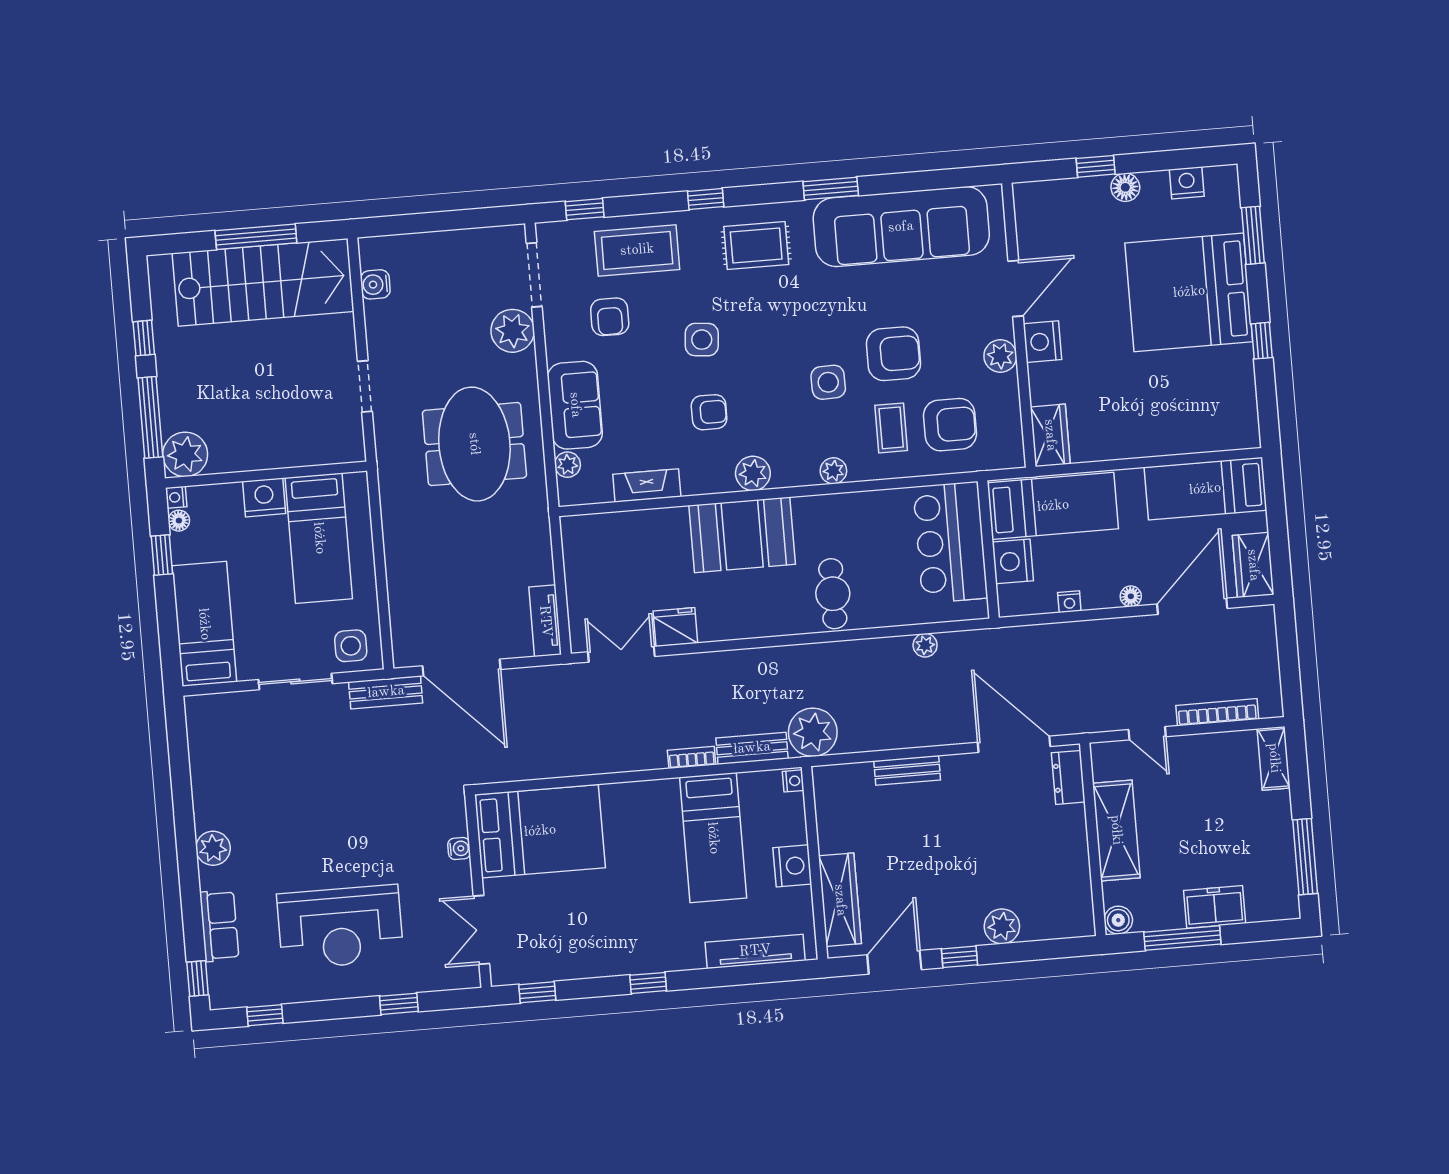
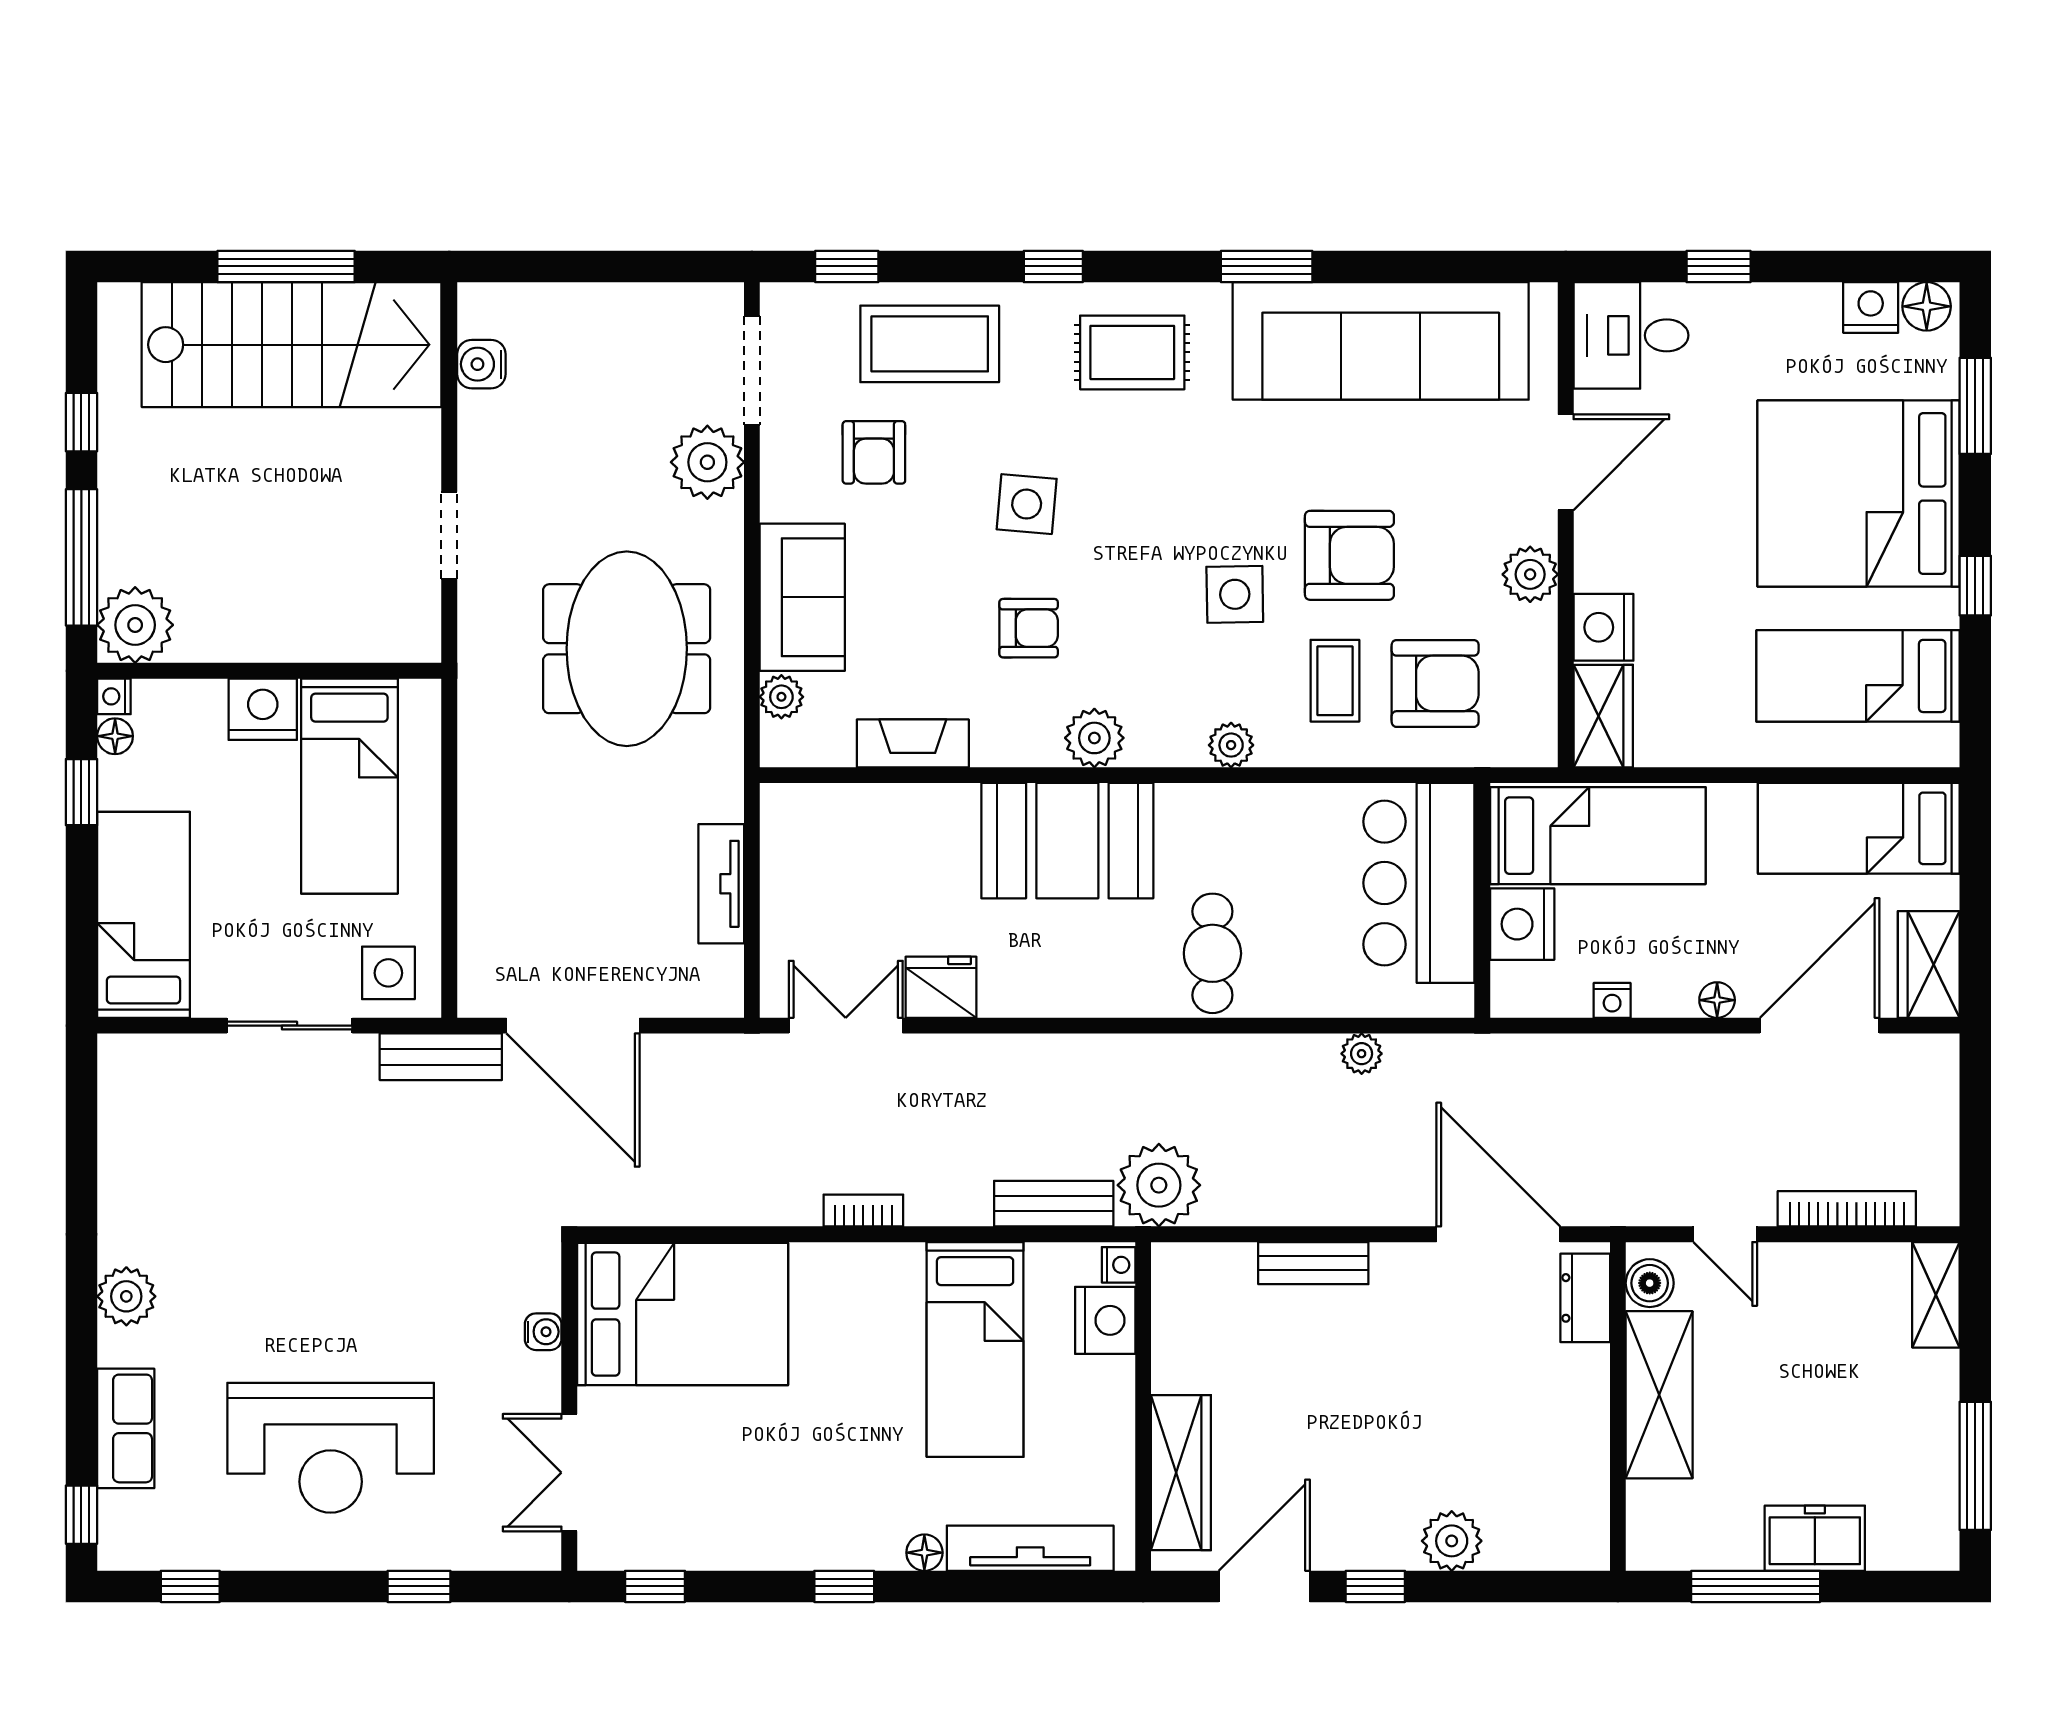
floor lamp: (1125, 187) -> (1927, 306), moved
desk: (1048, 211) -> (1631, 335), added
nightstand: (1042, 342) -> (1604, 627), moved
bed: (1198, 399) -> (1858, 676), added
tv unit: (545, 621) -> (721, 884), moved
bookcase: (692, 757) -> (863, 1210), moved
nightstand: (792, 866) -> (1105, 1320), moved
boiler: (1118, 920) -> (1650, 1283), moved
floor lamp: (693, 959) -> (924, 1553), added

